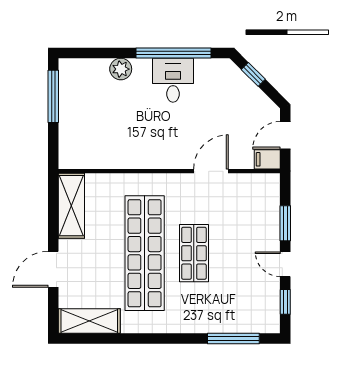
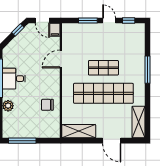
window: (253, 74) -> (18, 30), moved
chair: (122, 145) -> (47, 105), added
door: (211, 171) -> (61, 59), hinge flipped
door: (285, 264) -> (109, 20), swing flipped
window: (233, 338) -> (148, 70), moved

